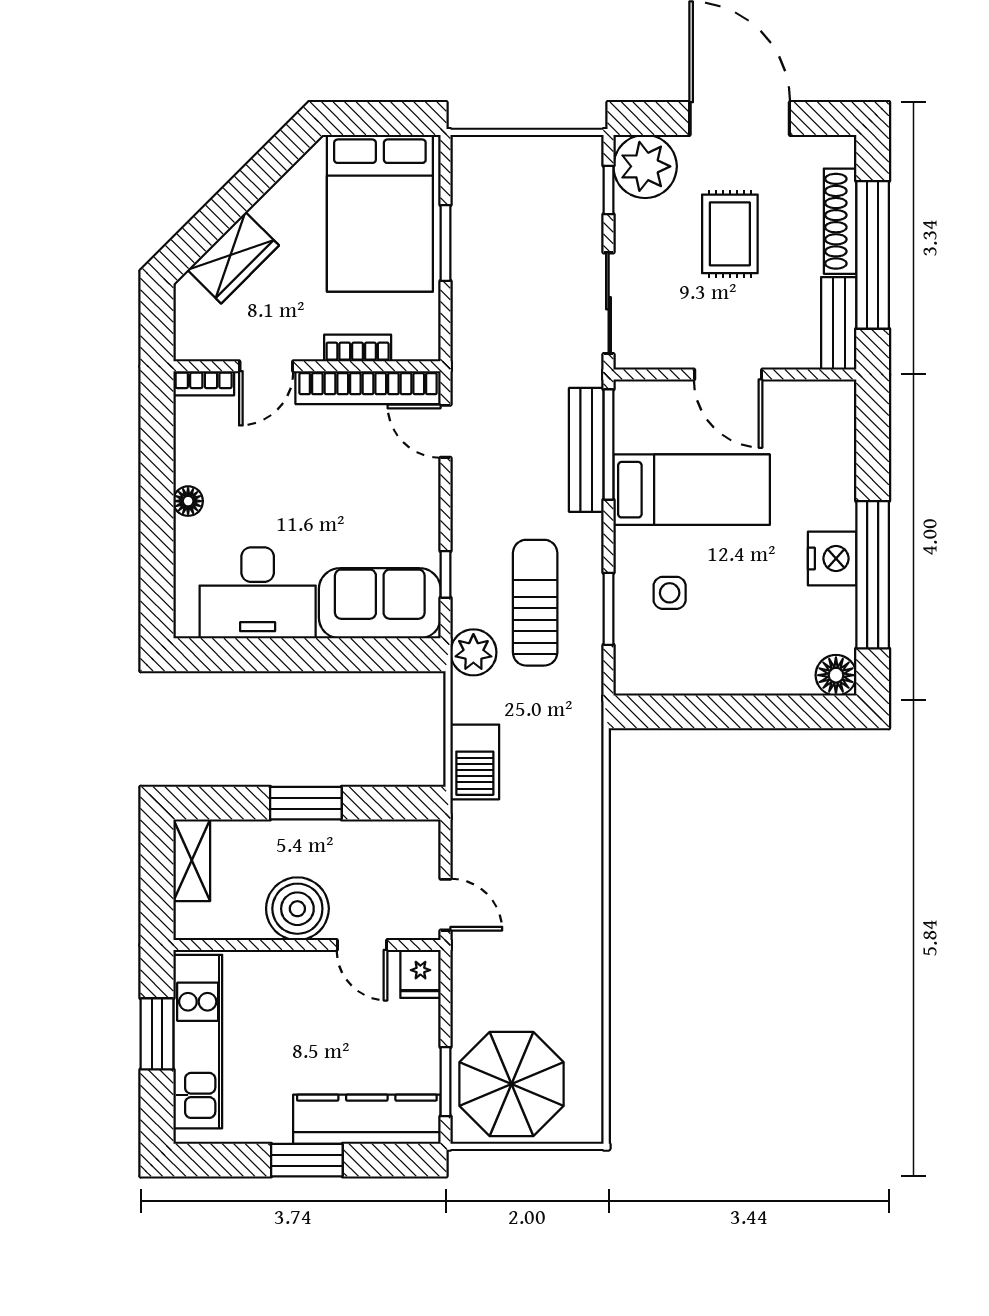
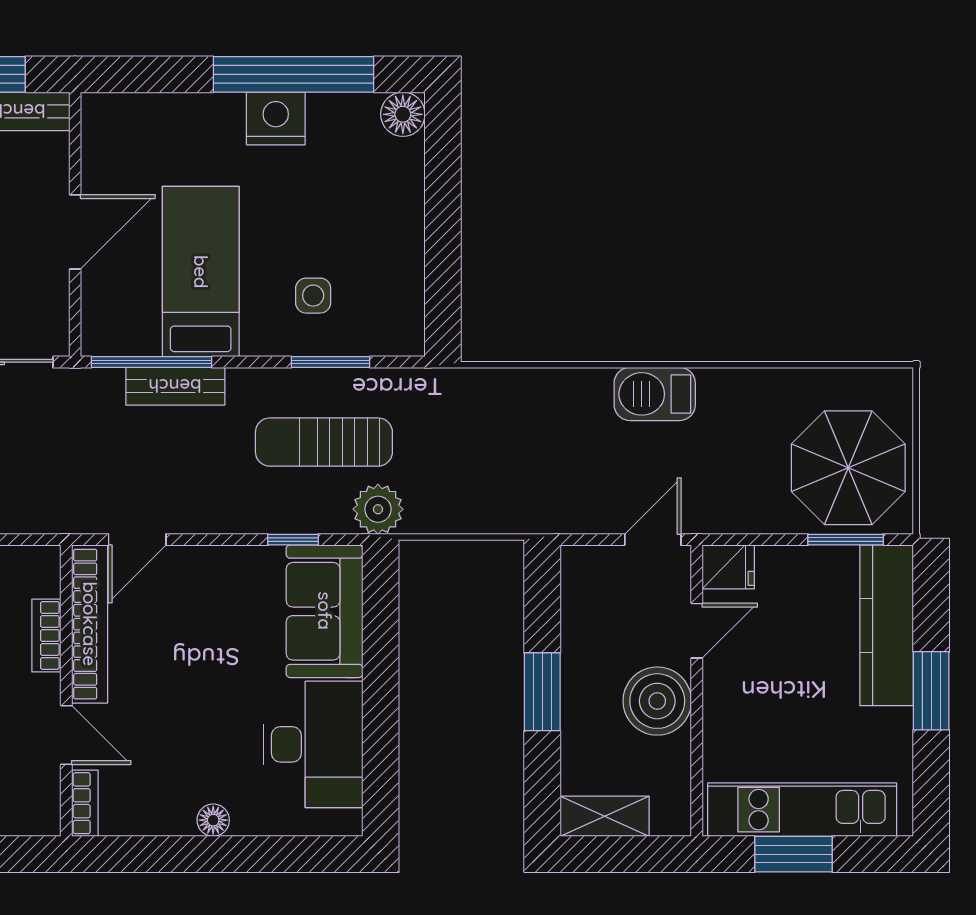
bench: (586, 450) -> (175, 386), width x0.73
barbecue: (475, 762) -> (655, 394), moved, turned 180

